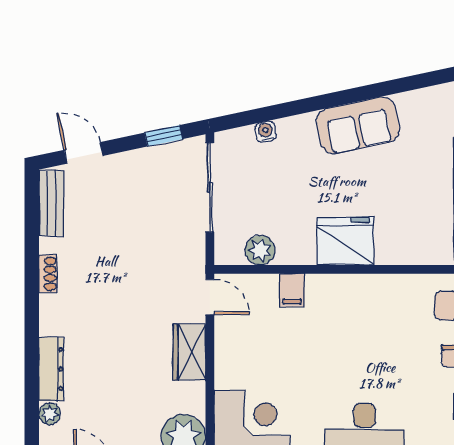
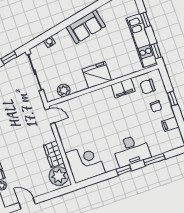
filing cabinet: (292, 290) -> (123, 88), moved, width x2.00
wardrobe: (189, 352) -> (54, 154), moved

